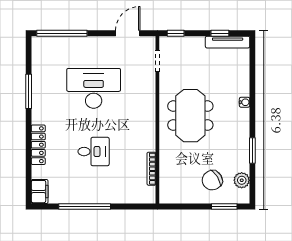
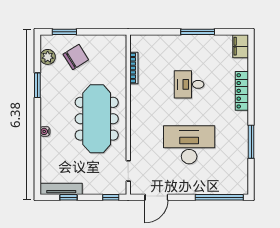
desk: (94, 88) -> (189, 145), turned 180
meeting table: (190, 116) -> (97, 119), width x1.36
window: (85, 207) -> (198, 32), width x0.68

